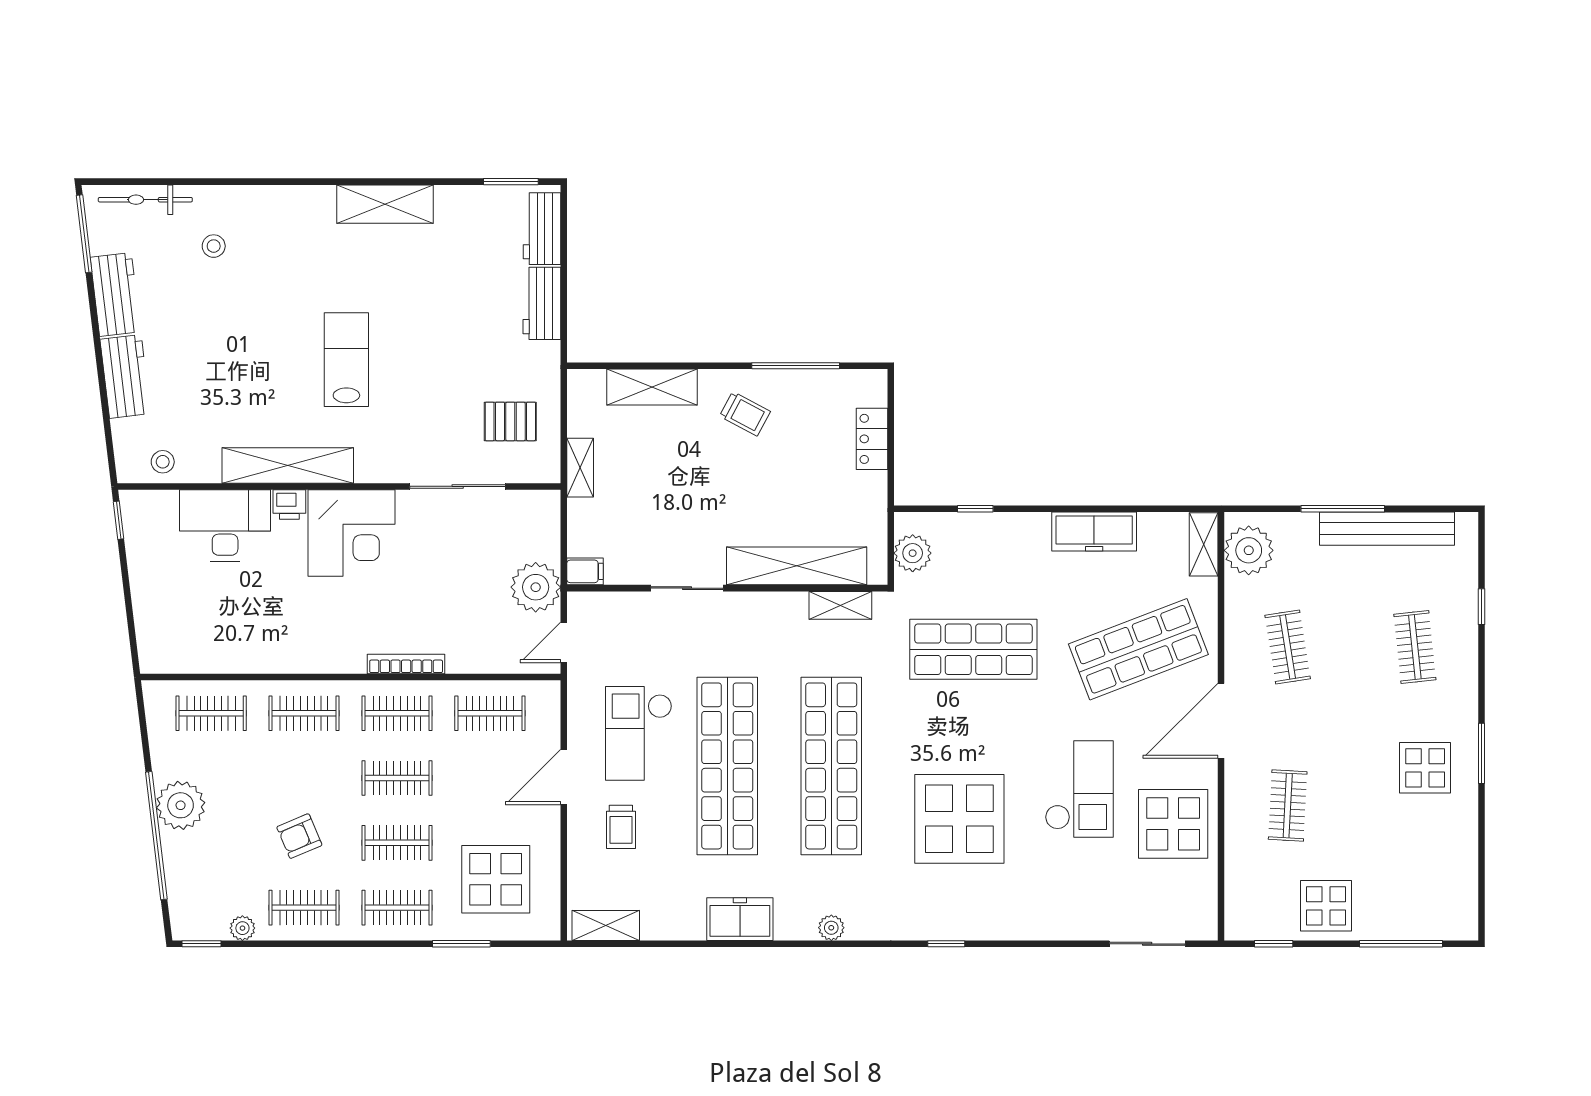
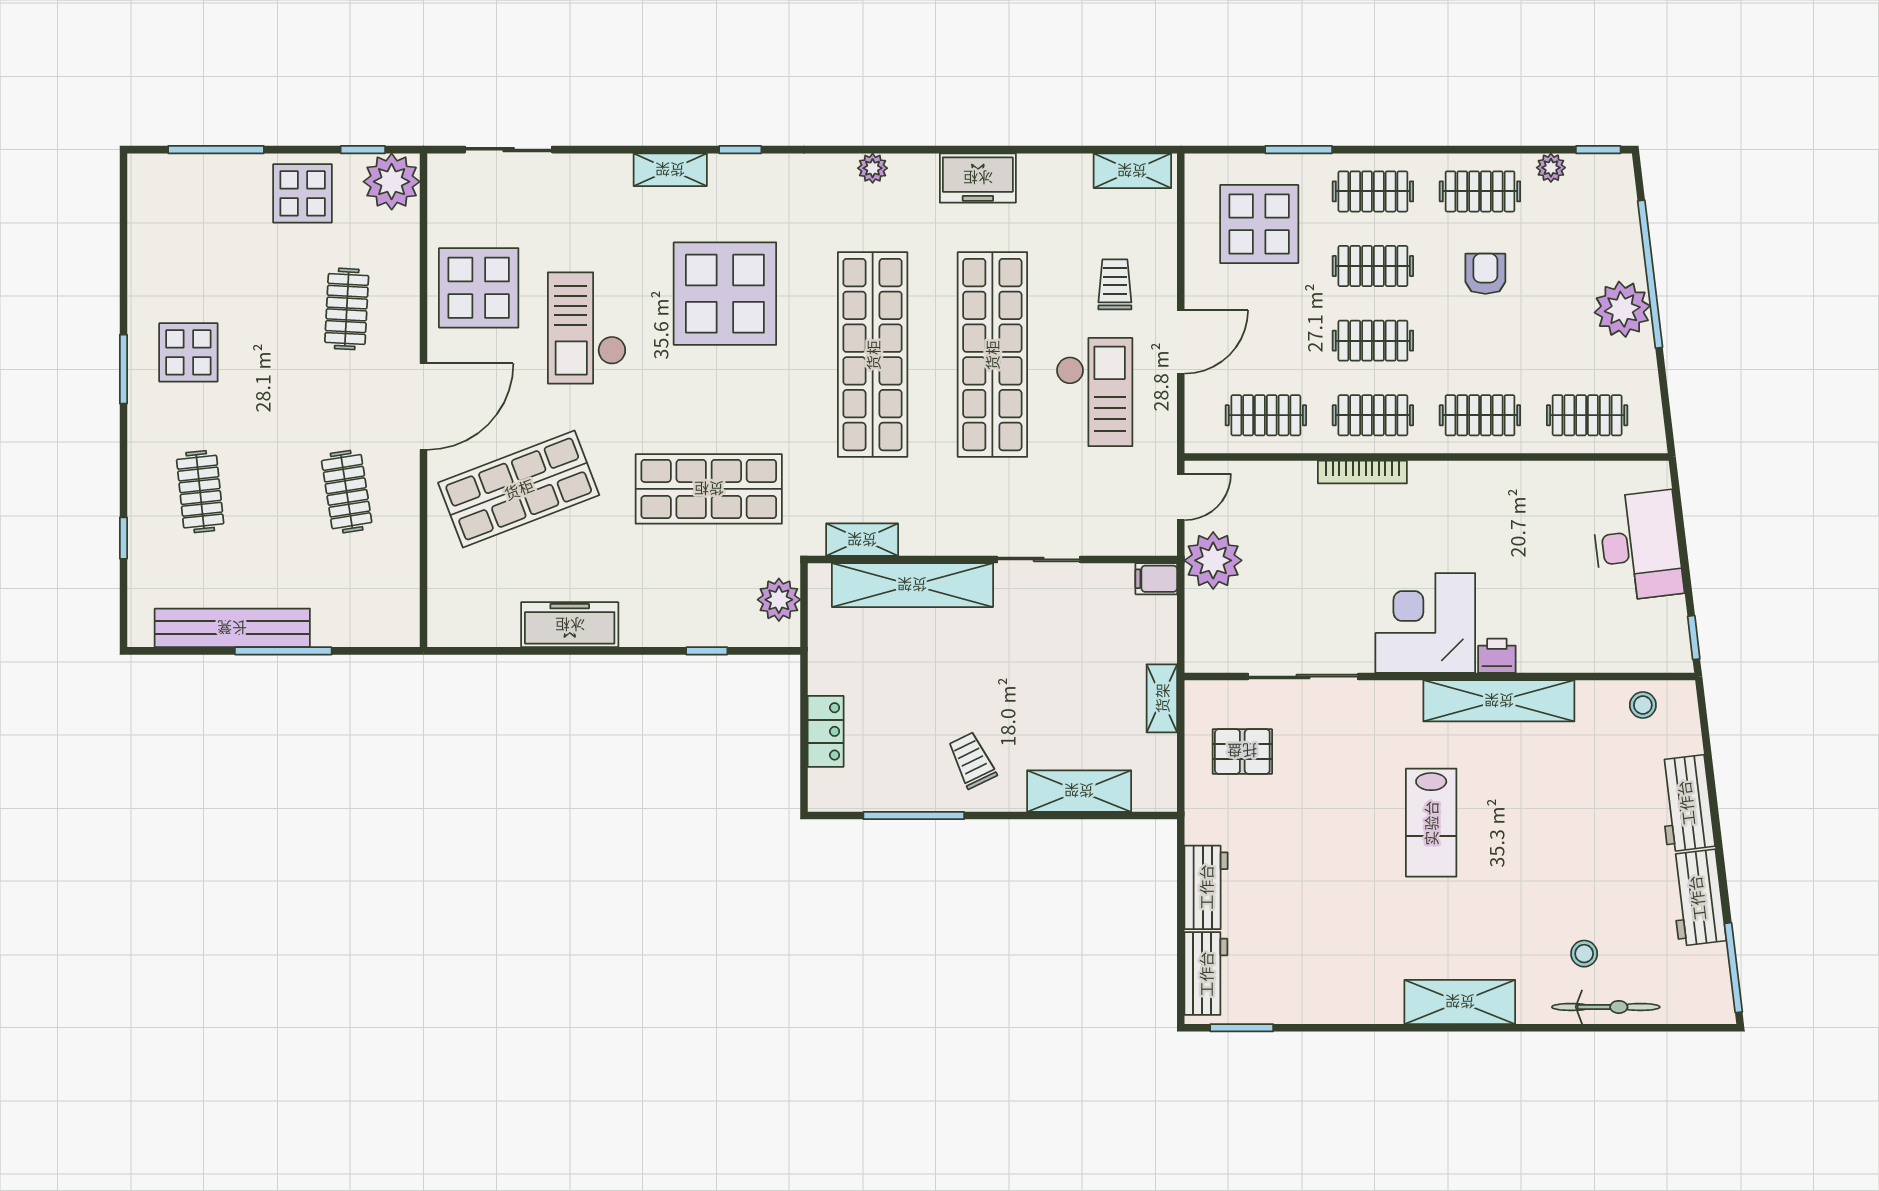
bicycle: (145, 200) -> (1606, 1007), moved
shelving: (385, 204) -> (1460, 1002), moved
trolley: (745, 414) -> (972, 760), turned 36
desk: (225, 525) -> (1638, 546), moved, turned -97
shelving: (1204, 544) -> (670, 170), moved, turned 90
plant: (1249, 550) -> (392, 182), moved
armchair: (299, 836) -> (1485, 274), turned -67

